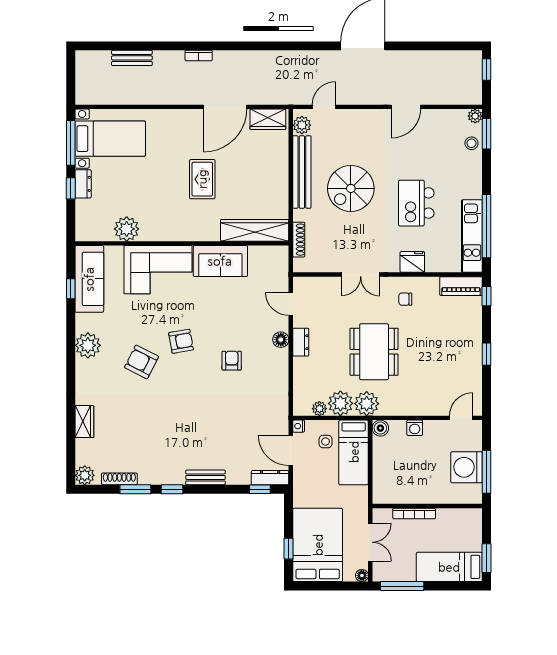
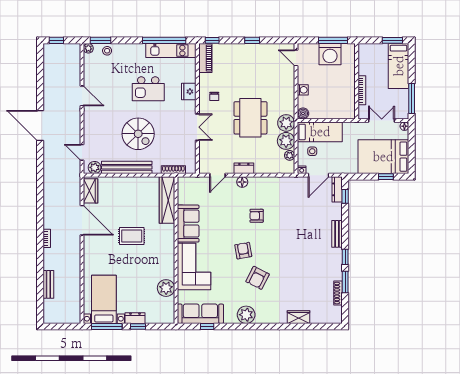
dining table: (374, 352) -> (250, 118), turned 90
plant: (85, 475) -> (335, 317), removed

